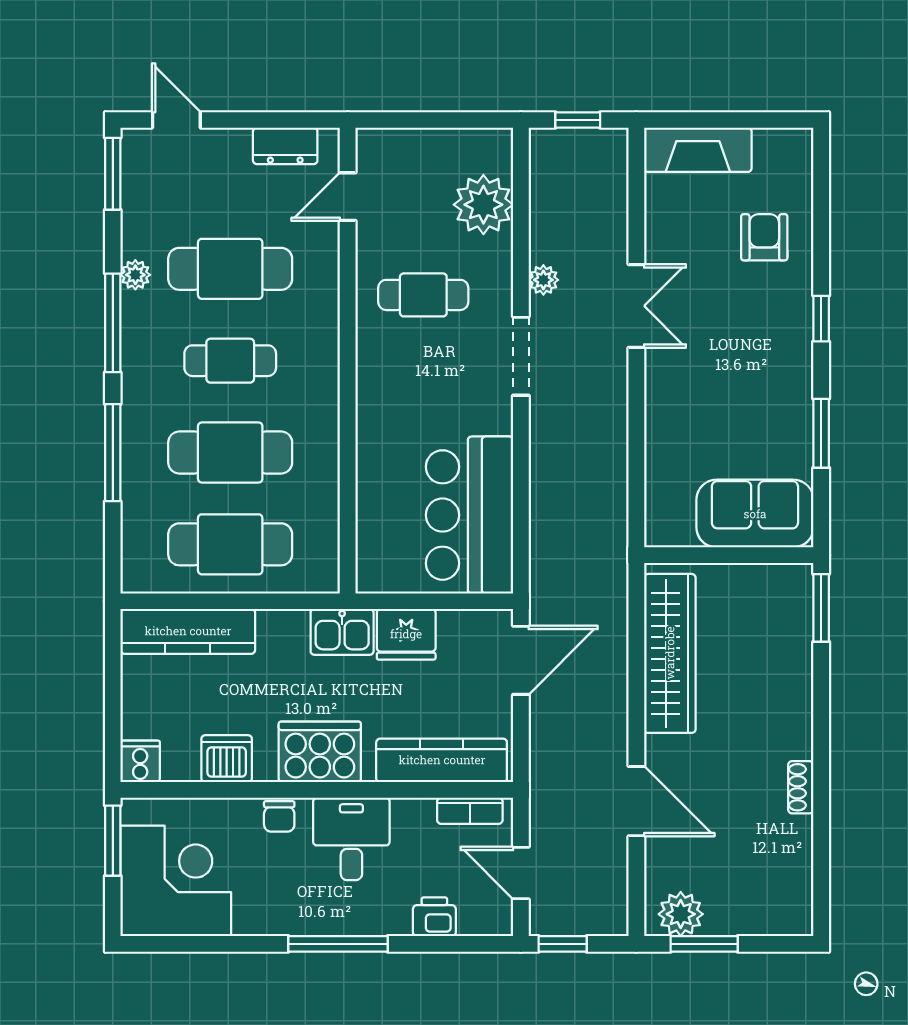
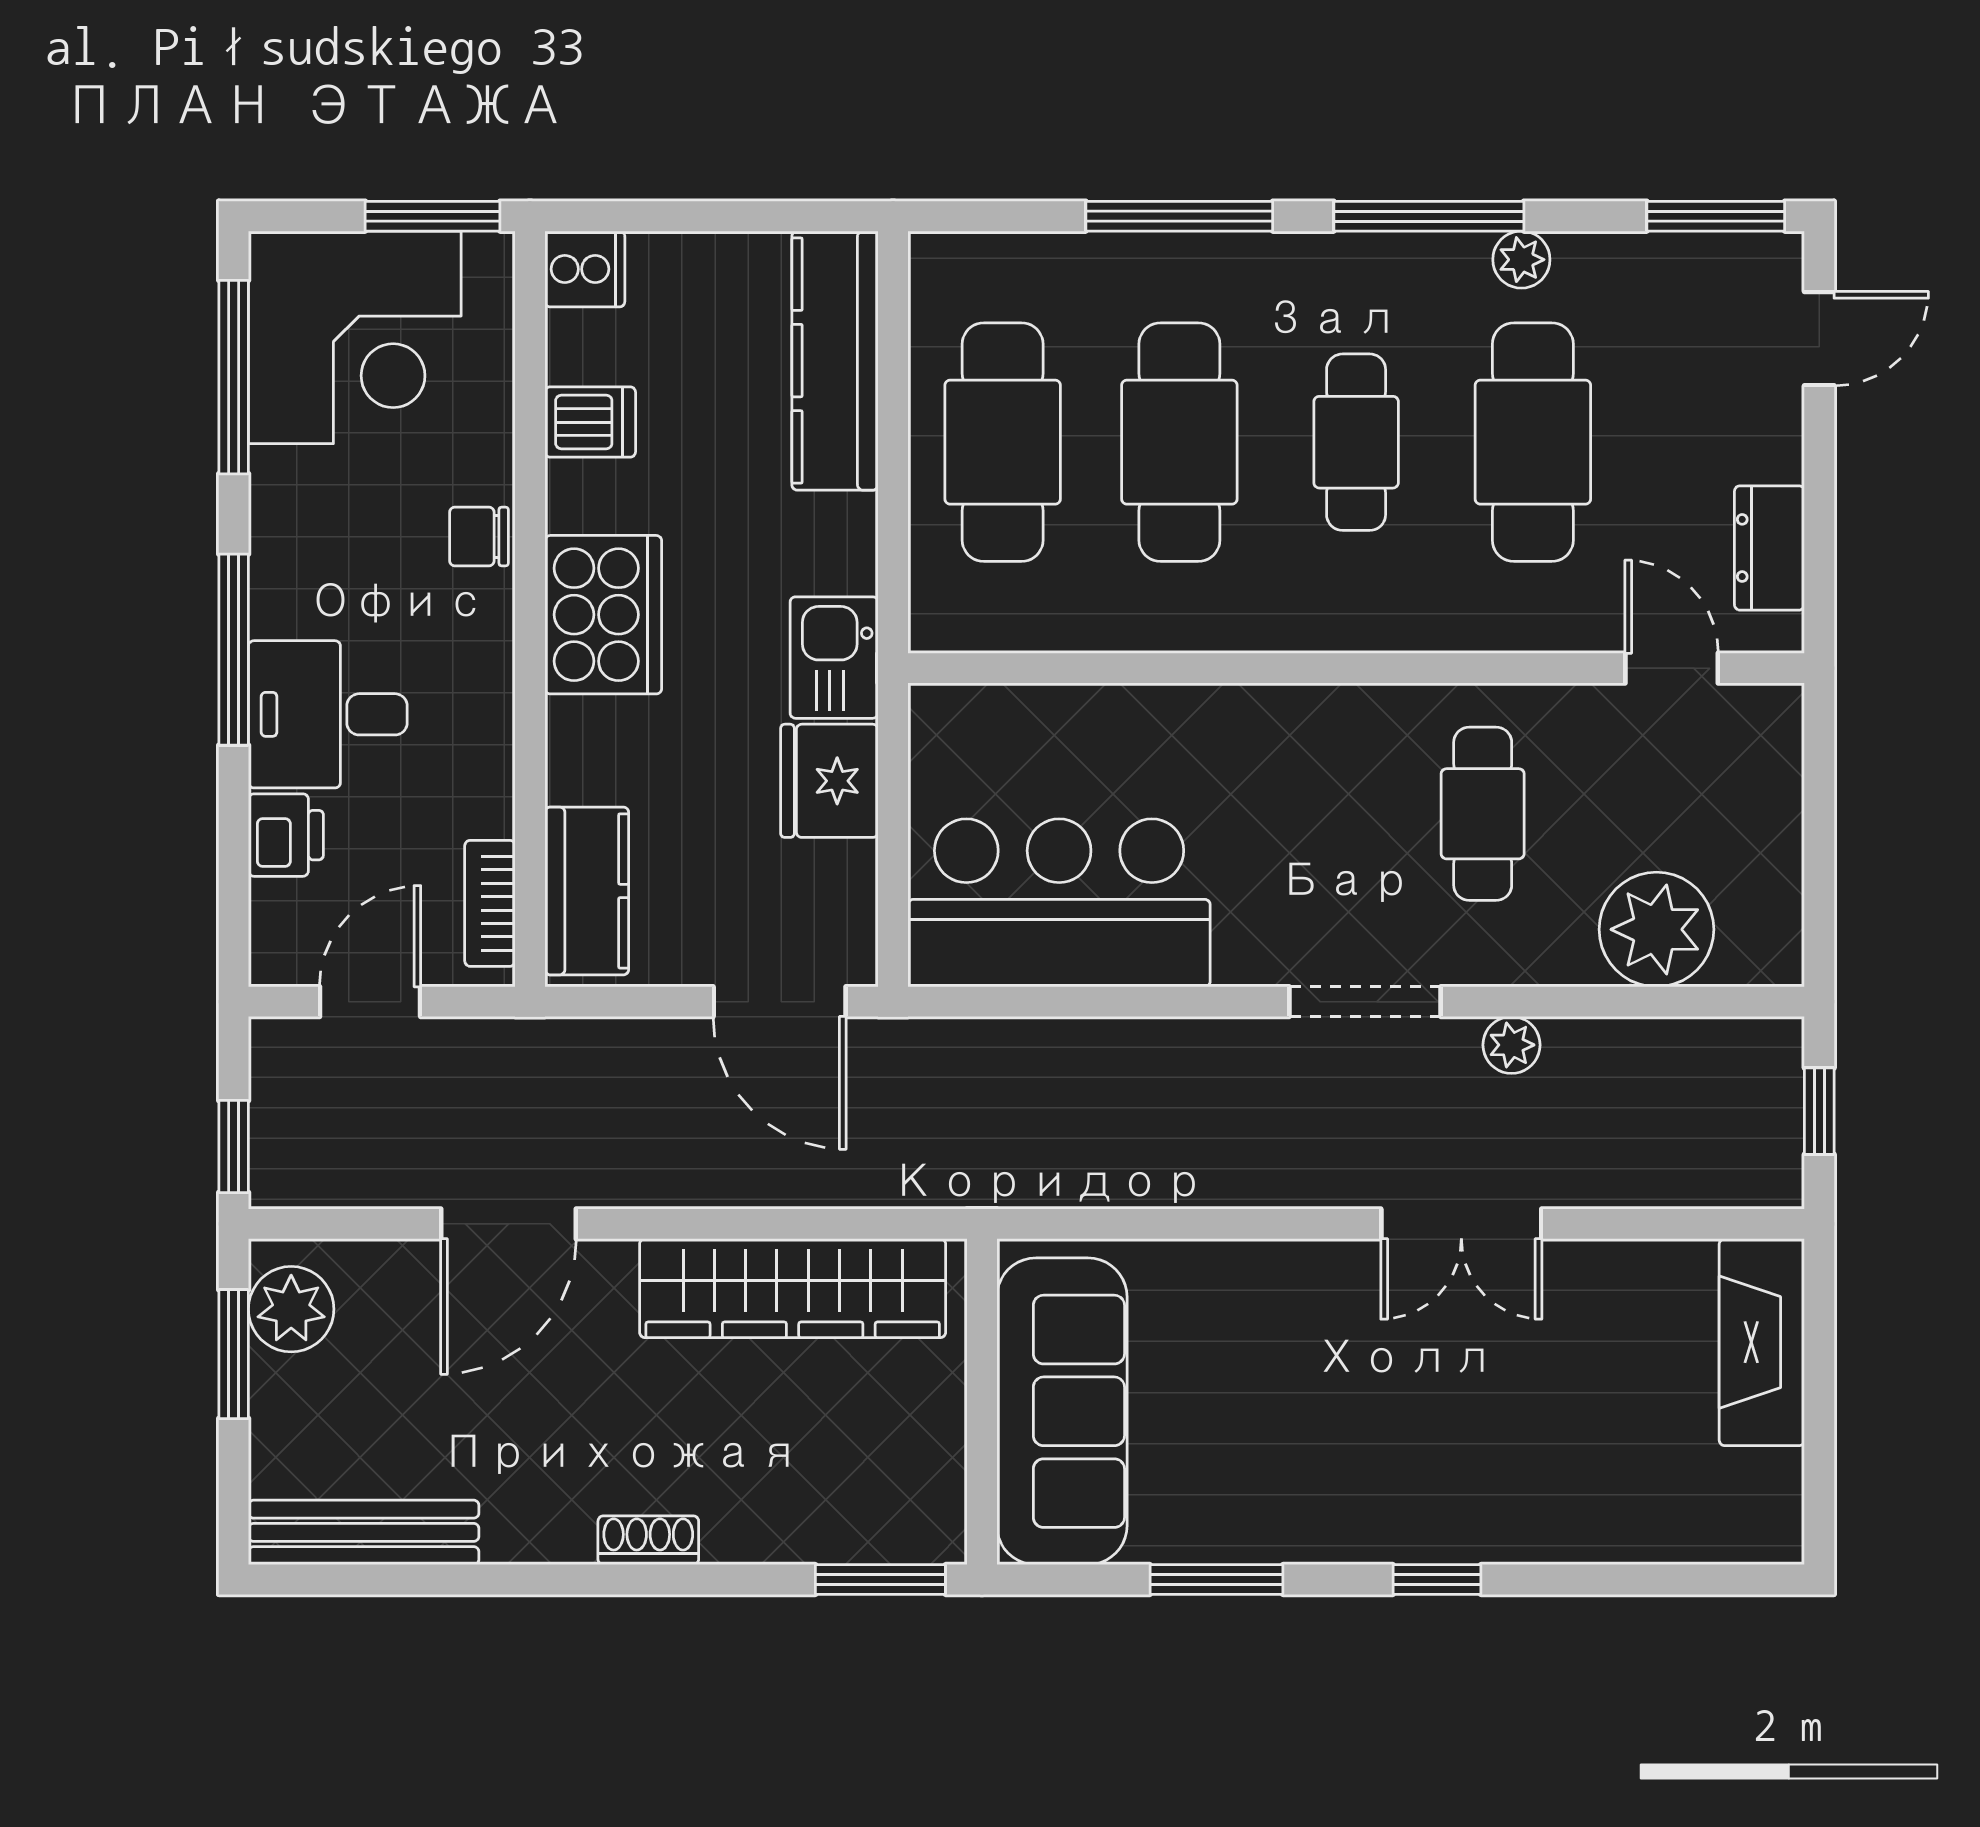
armchair: (764, 237) -> (1594, 1470), removed
sofa: (755, 514) -> (1062, 1411), width x1.36
dishwasher: (227, 759) -> (590, 422), width x0.73
kitchen counter: (442, 760) -> (587, 891), width x0.67
shoe rack: (801, 787) -> (648, 1540), moved
desk: (351, 839) -> (328, 714), moved, turned 180
bench: (797, 876) -> (364, 1532), added
window: (196, 944) -> (234, 377), added
window: (563, 944) -> (234, 1147), moved

